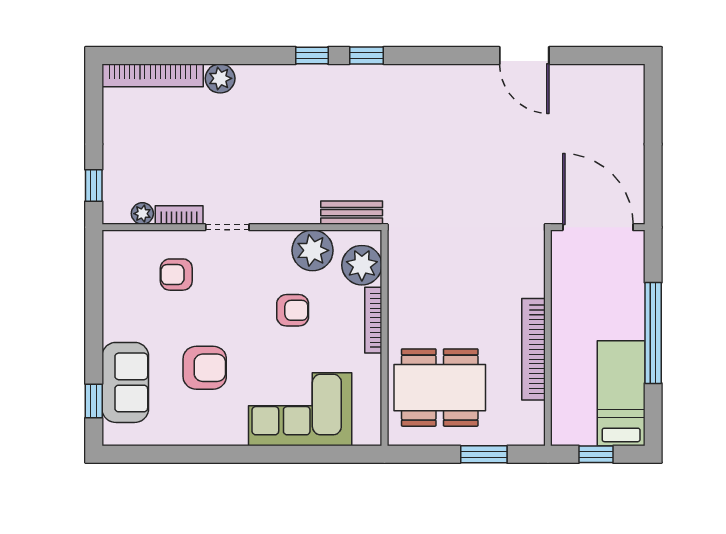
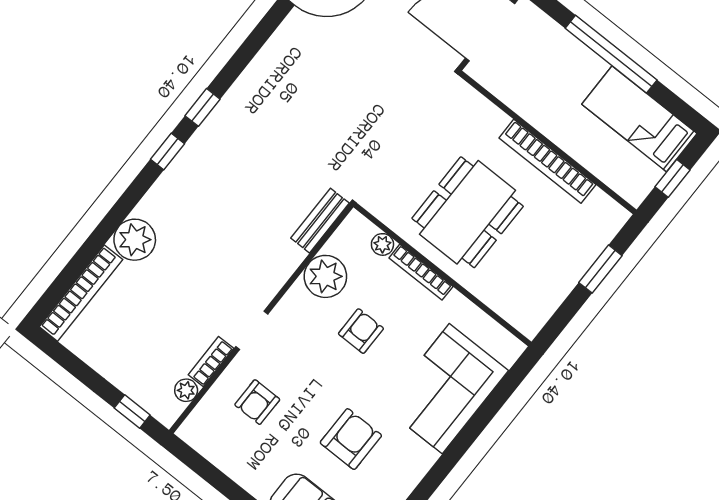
plant: (220, 78) -> (135, 240), width x1.36, depth x1.36
plant: (362, 265) -> (382, 244), width x0.53, depth x0.53
dining table: (440, 388) -> (468, 212), moved

